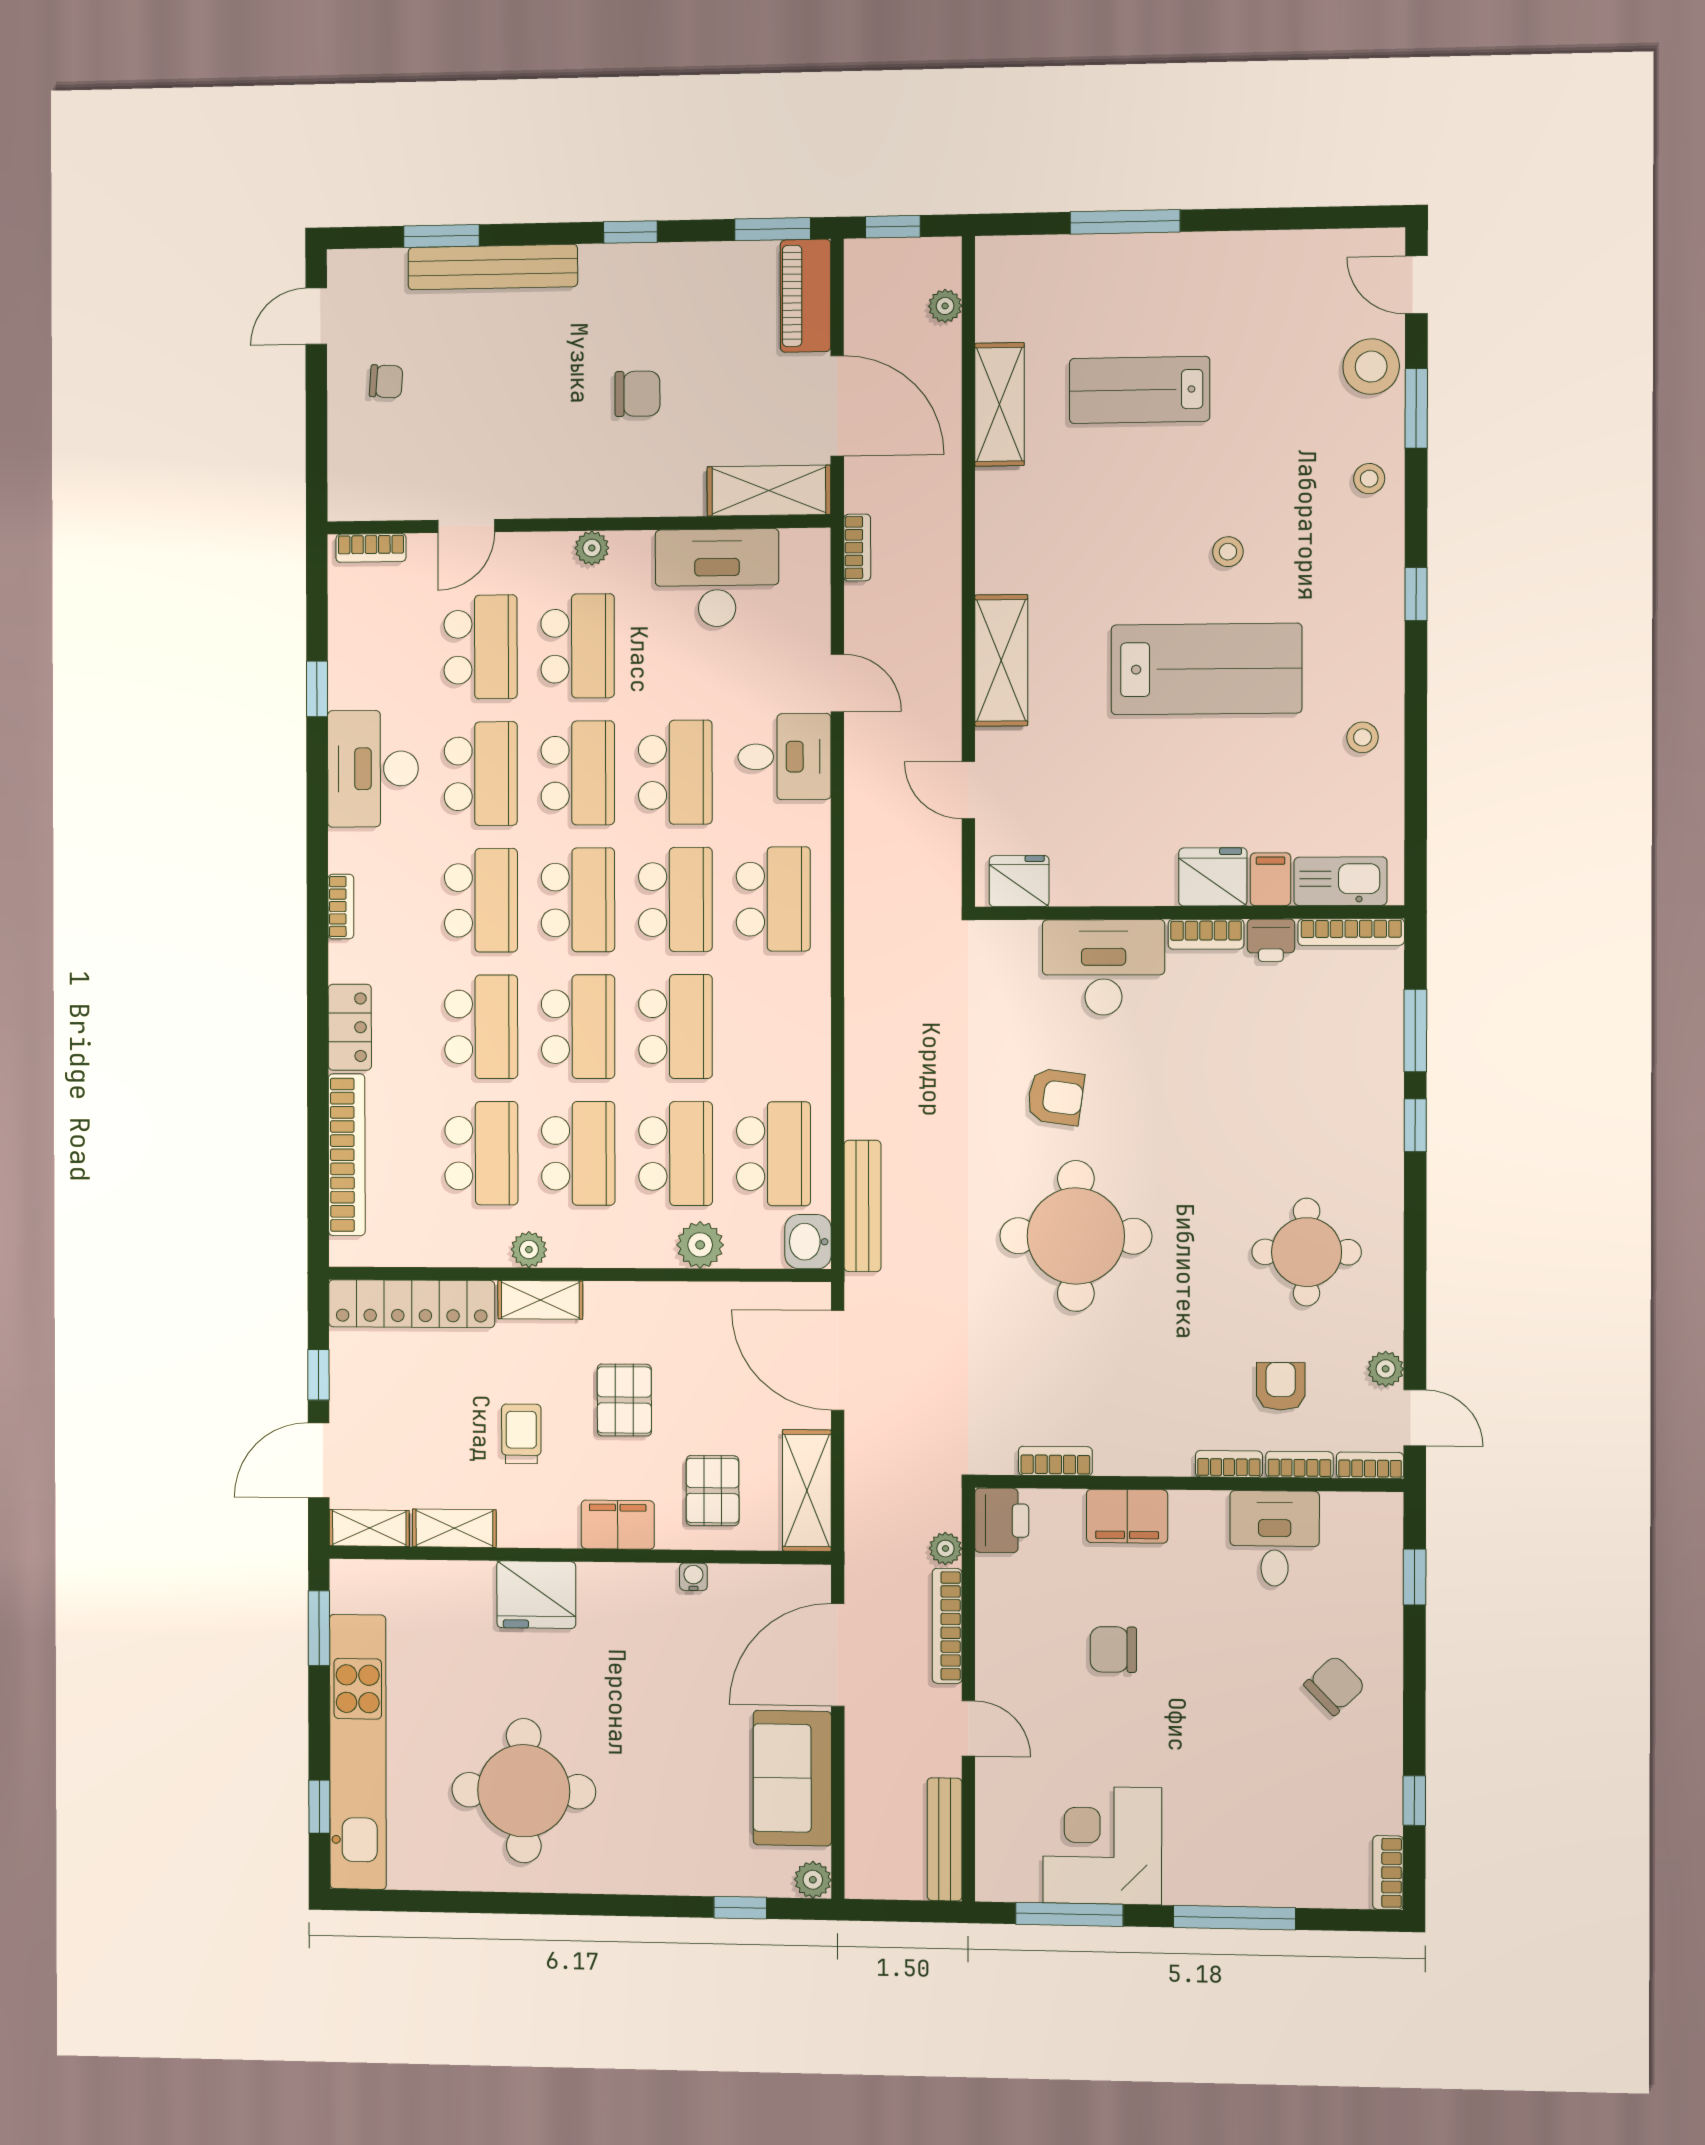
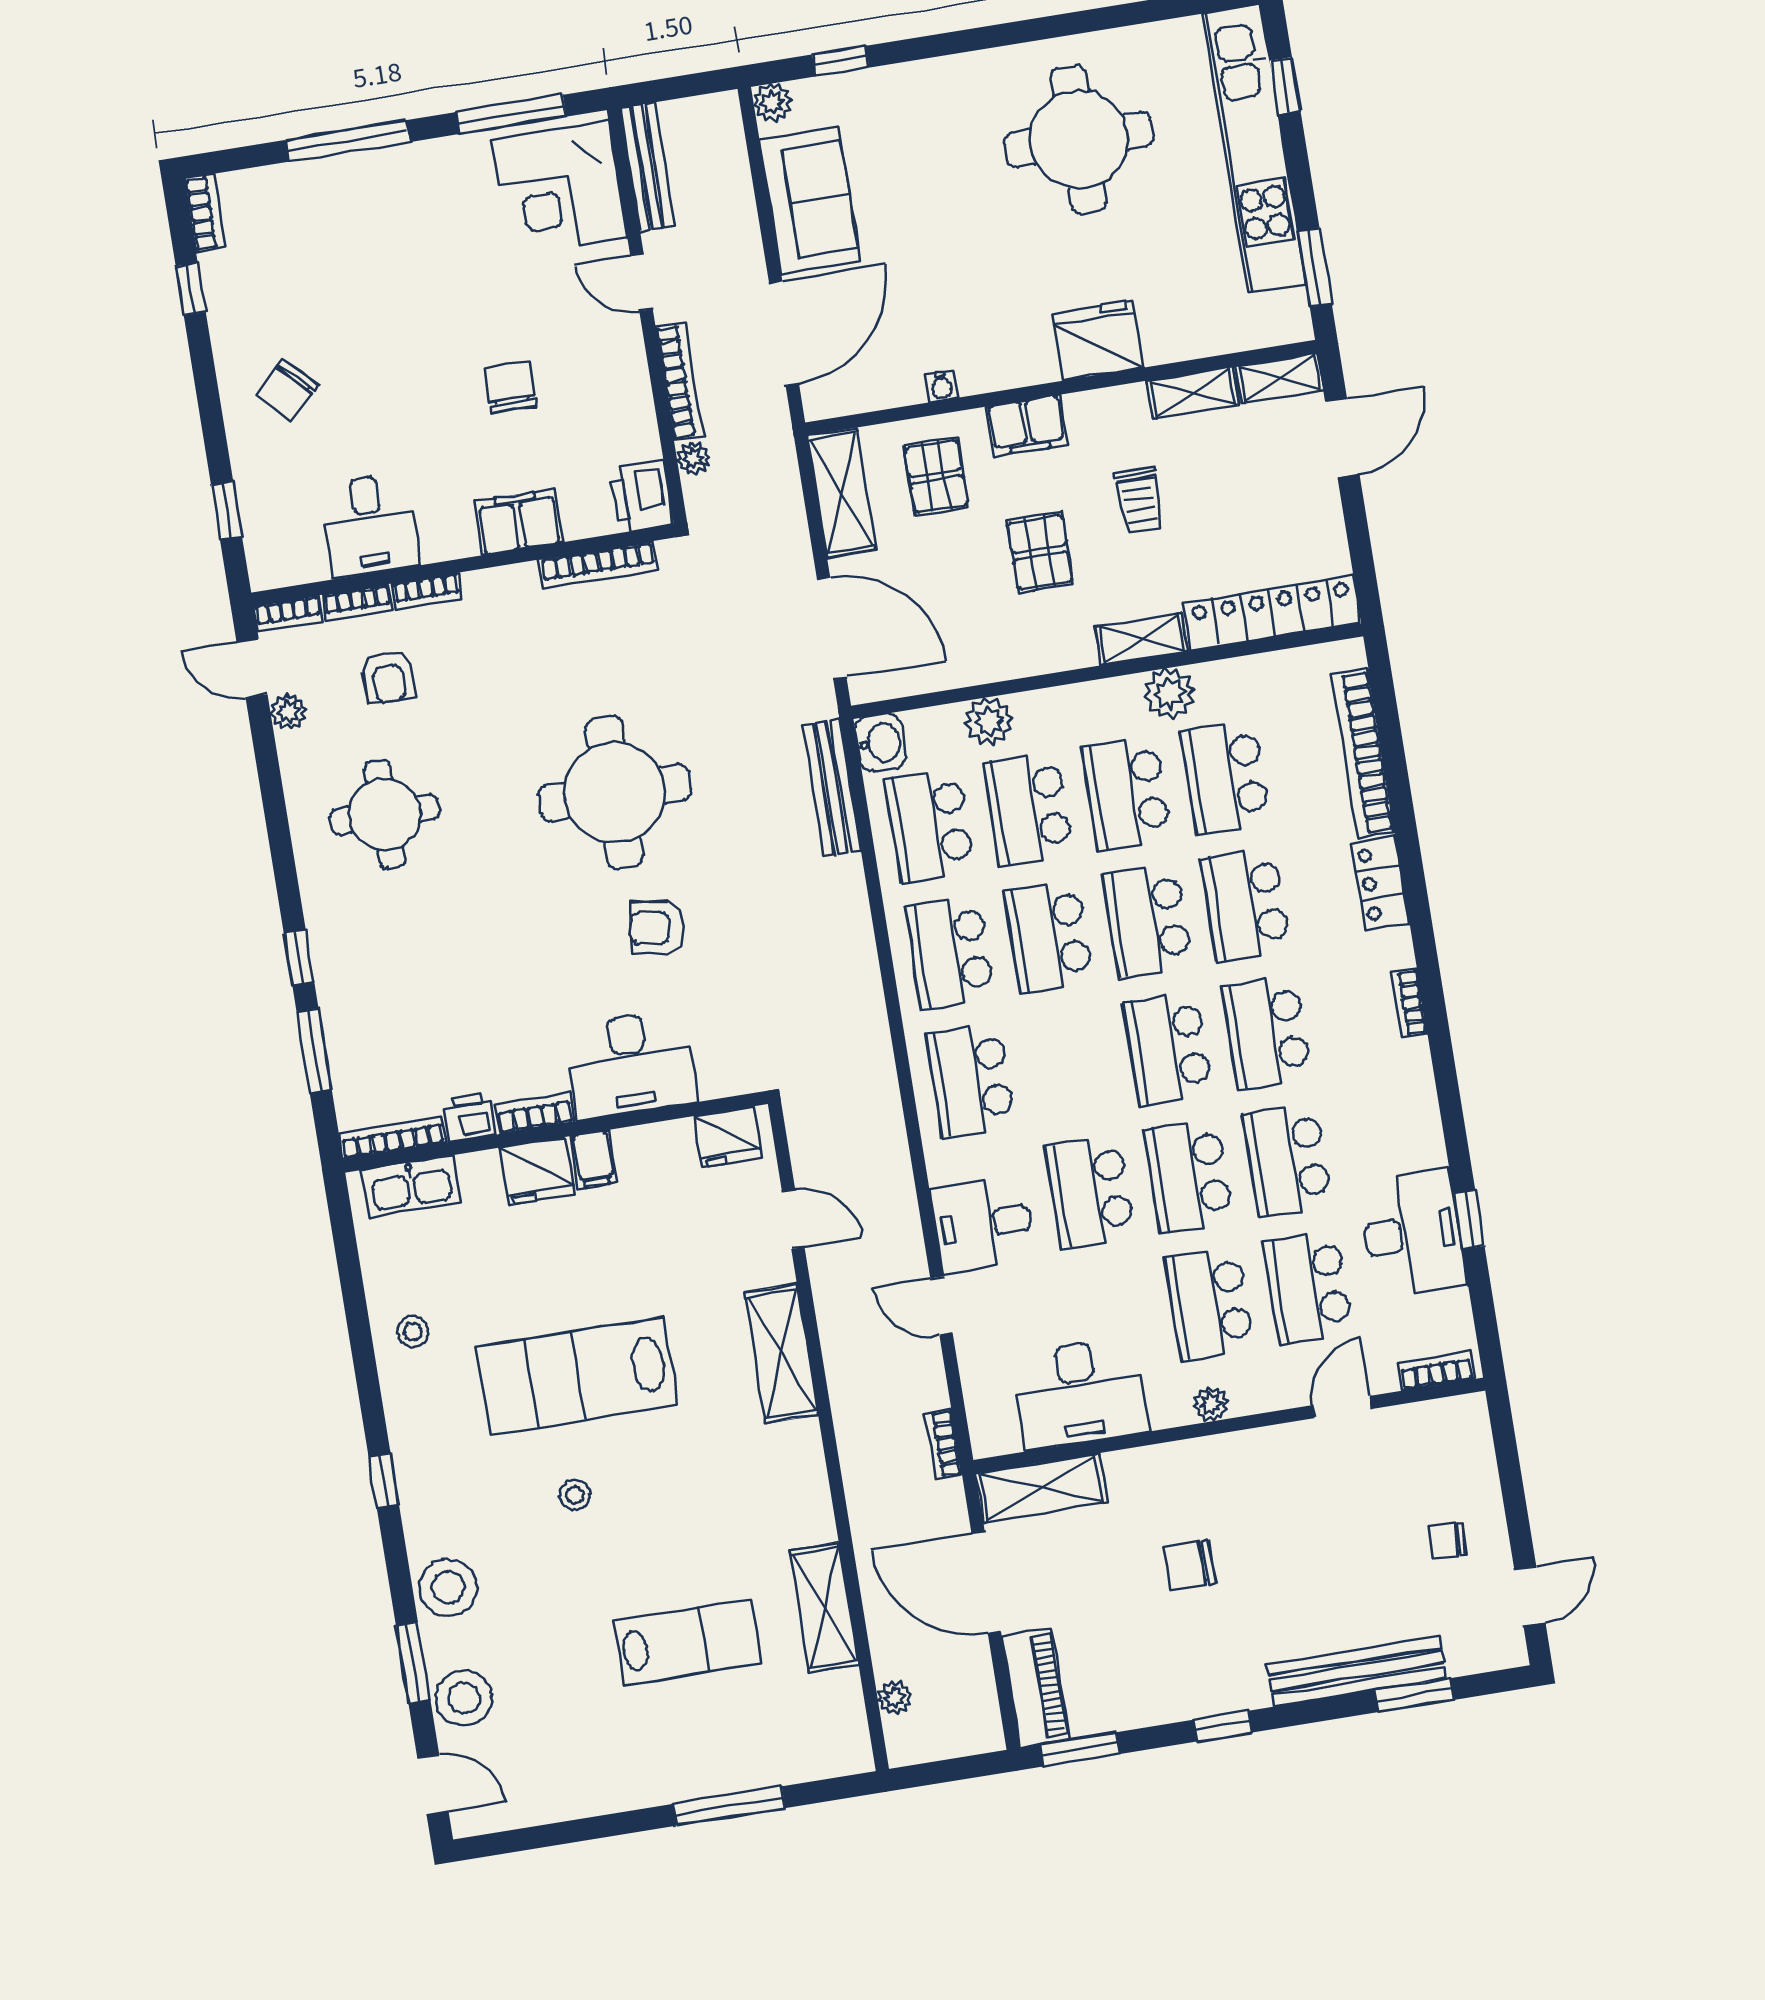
window: (893, 227) -> (959, 1769), removed
stool: (1369, 479) -> (448, 1587), width x1.89, depth x1.89
desk: (373, 769) -> (1412, 1234), moved
filing cabinet: (1270, 879) -> (593, 1159), moved
school desk: (675, 899) -> (950, 953), moved
plant: (529, 1250) -> (1169, 693), width x1.38, depth x1.38
window: (318, 1375) -> (1356, 525), removed
bookcase: (1055, 1461) -> (598, 565), width x1.56
chair: (1113, 1649) -> (510, 387), turned -90
corner desk: (1102, 1845) -> (559, 189), moved, turned 90

